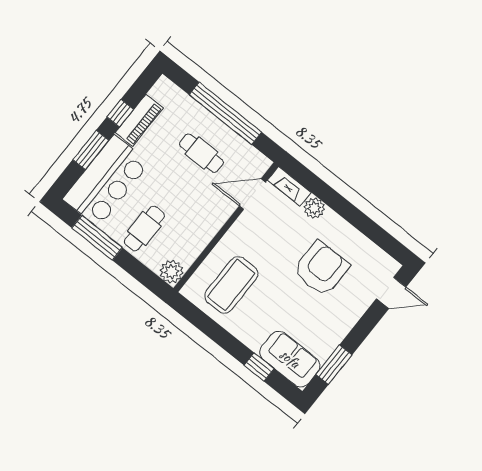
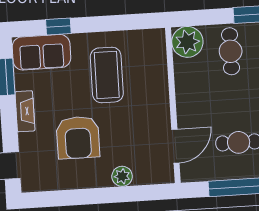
fireplace: (289, 186) -> (25, 111), moved, turned 90
plant: (172, 272) -> (187, 42), width x1.36, depth x1.36
coffee table: (231, 285) -> (107, 75), moved

